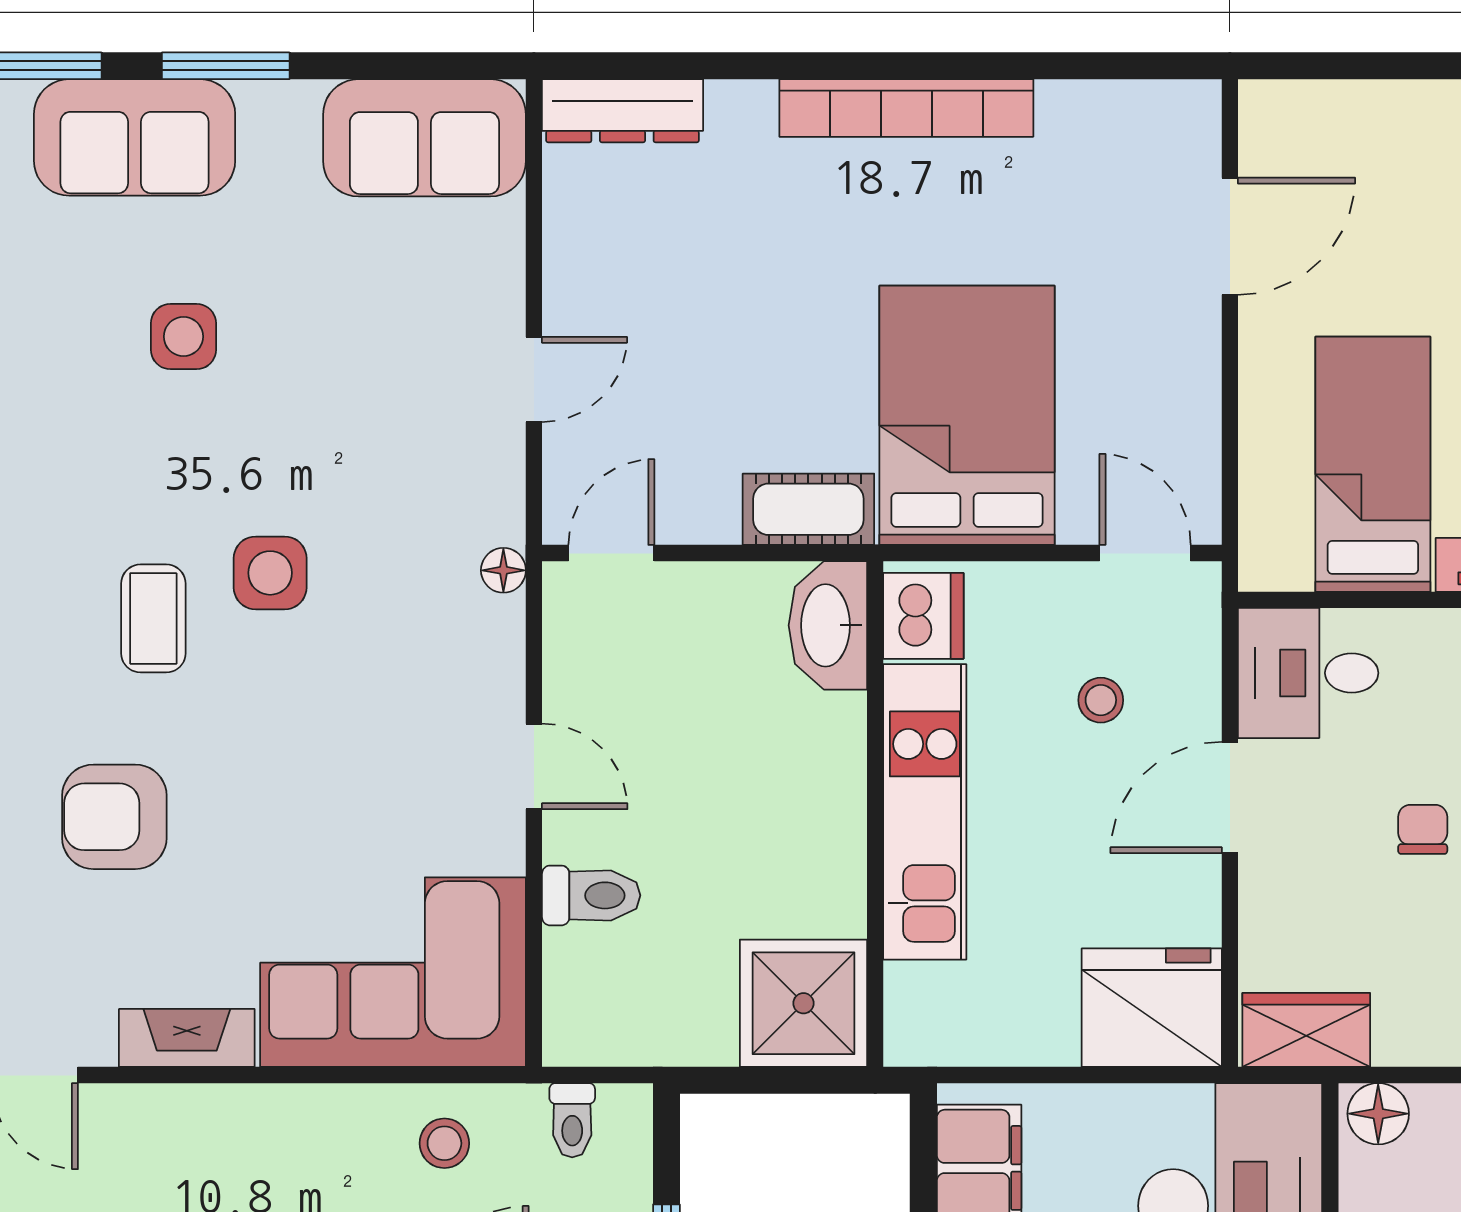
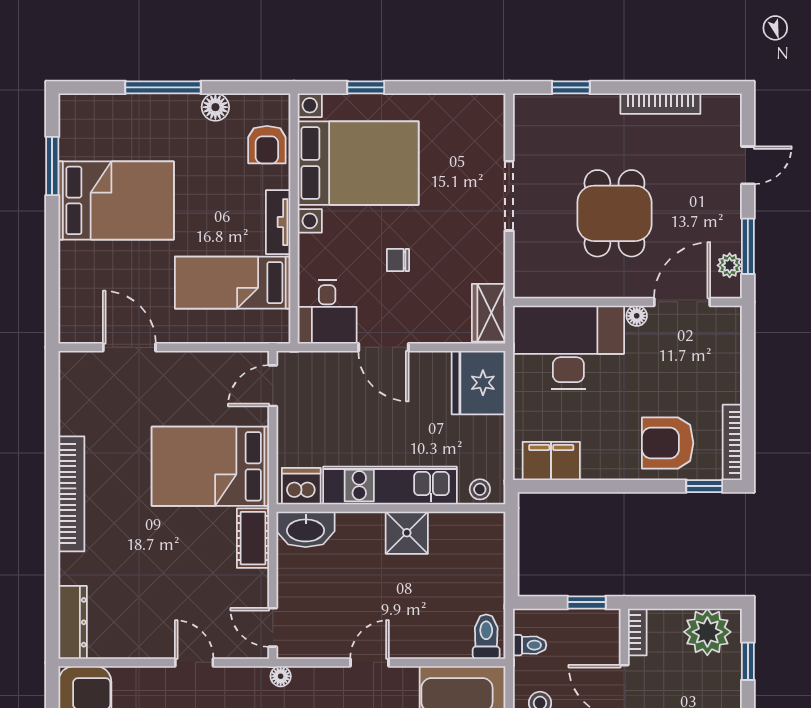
stool: (1101, 700) -> (480, 489), moved
toilet: (591, 895) -> (486, 637), moved
shower: (803, 1003) -> (407, 533), moved, width x0.73, depth x0.73
floor lamp: (1378, 1114) -> (527, 280), removed

